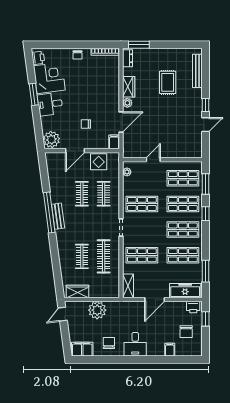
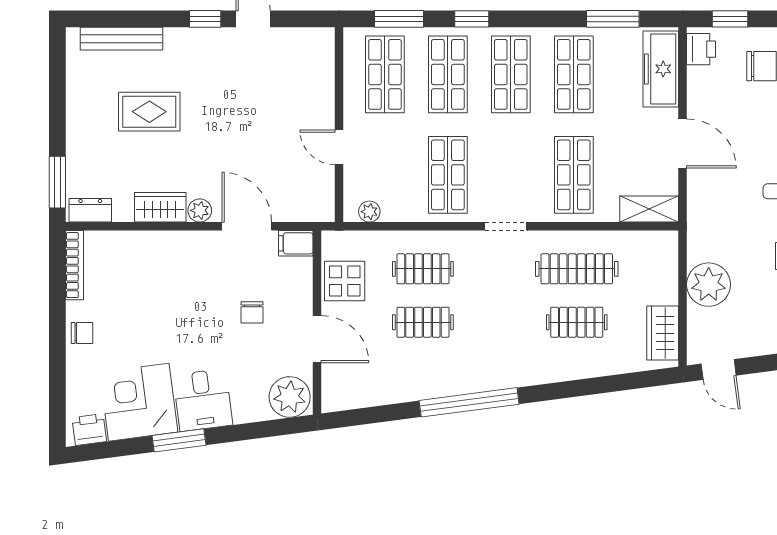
bench: (58, 216) -> (478, 381), removed

